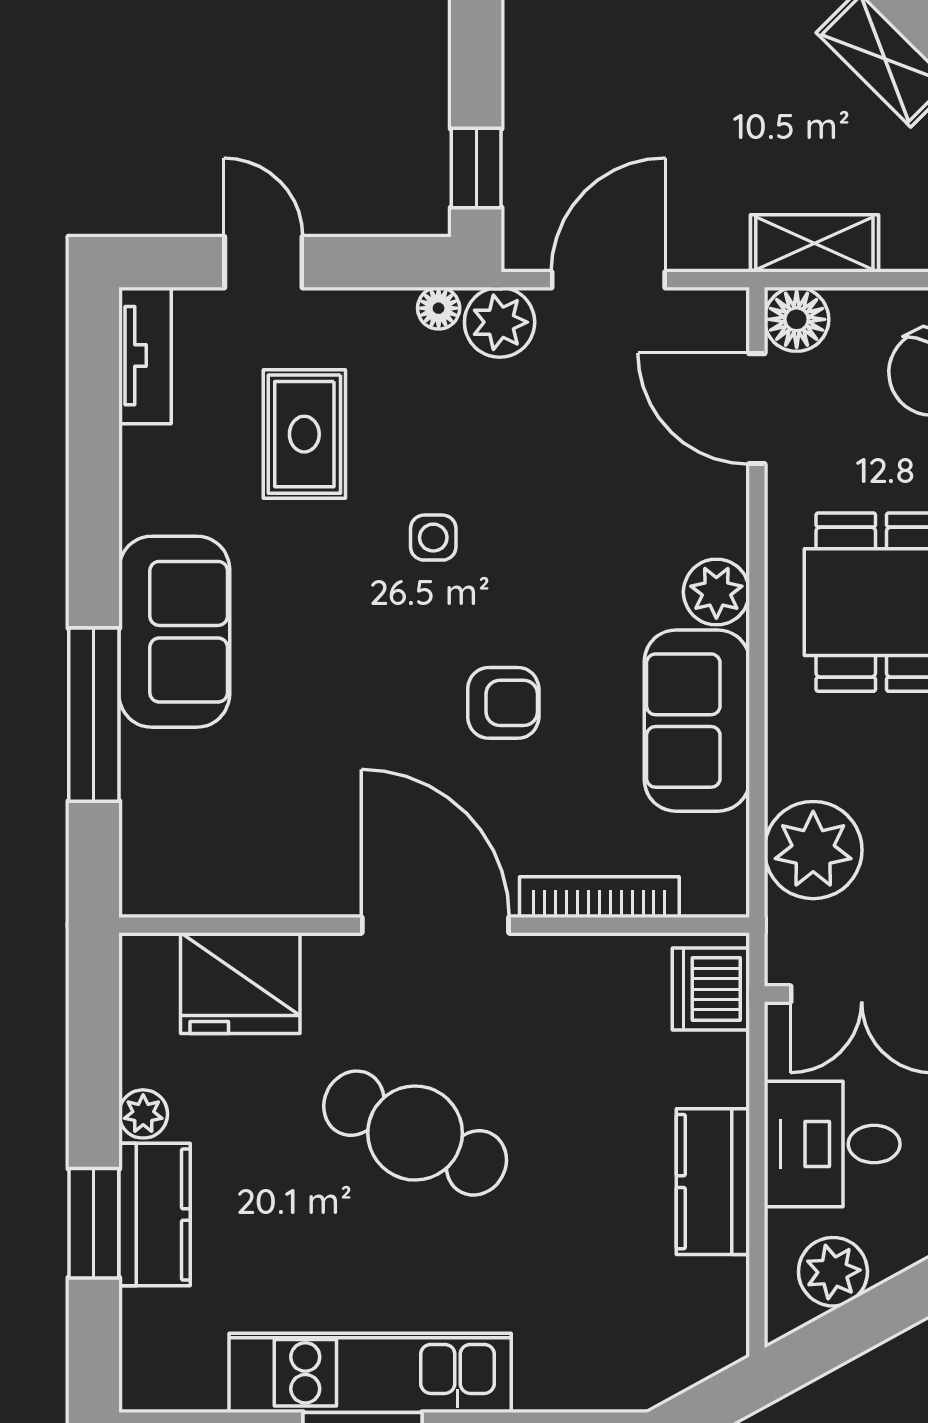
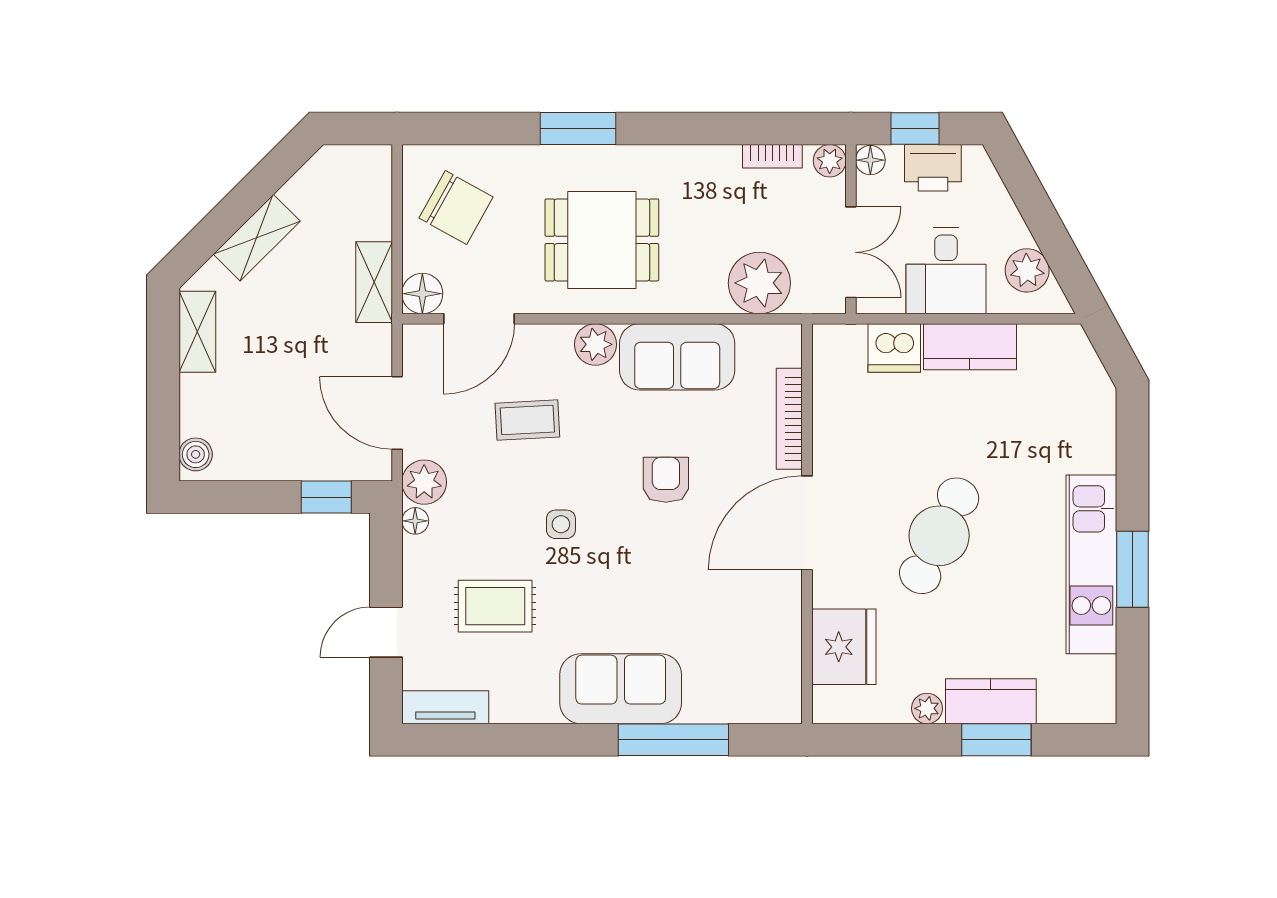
coffee table: (597, 485) -> (527, 420), added
dishwasher: (711, 989) -> (894, 348), moved

